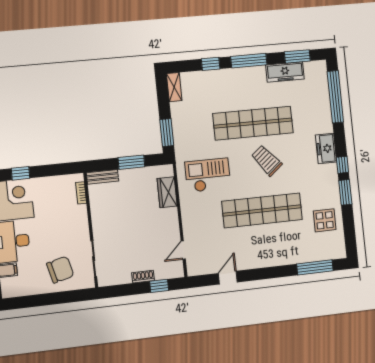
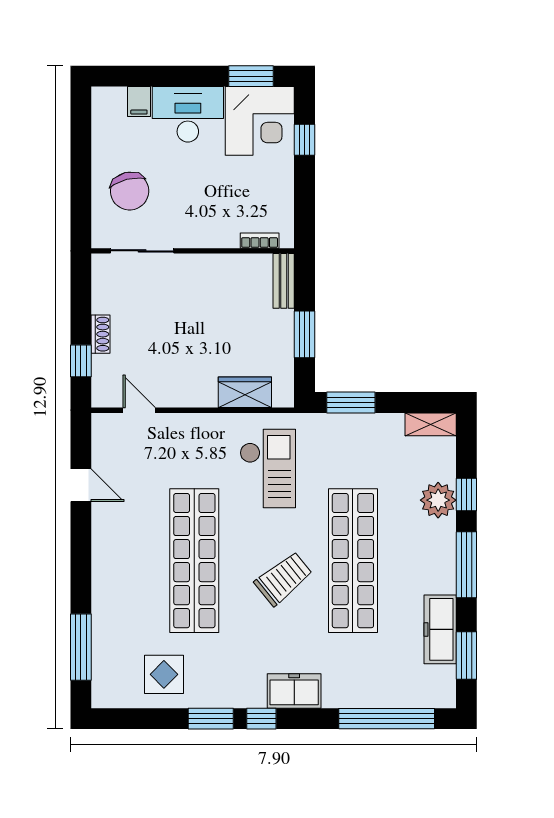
plant: (215, 79) -> (438, 500), added

